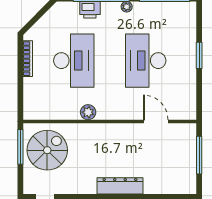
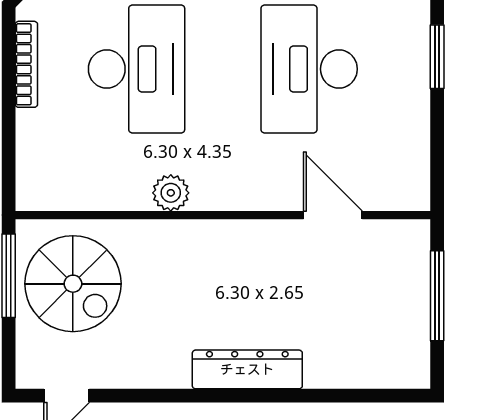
spiral stairs: (47, 150) -> (73, 284), turned 90

